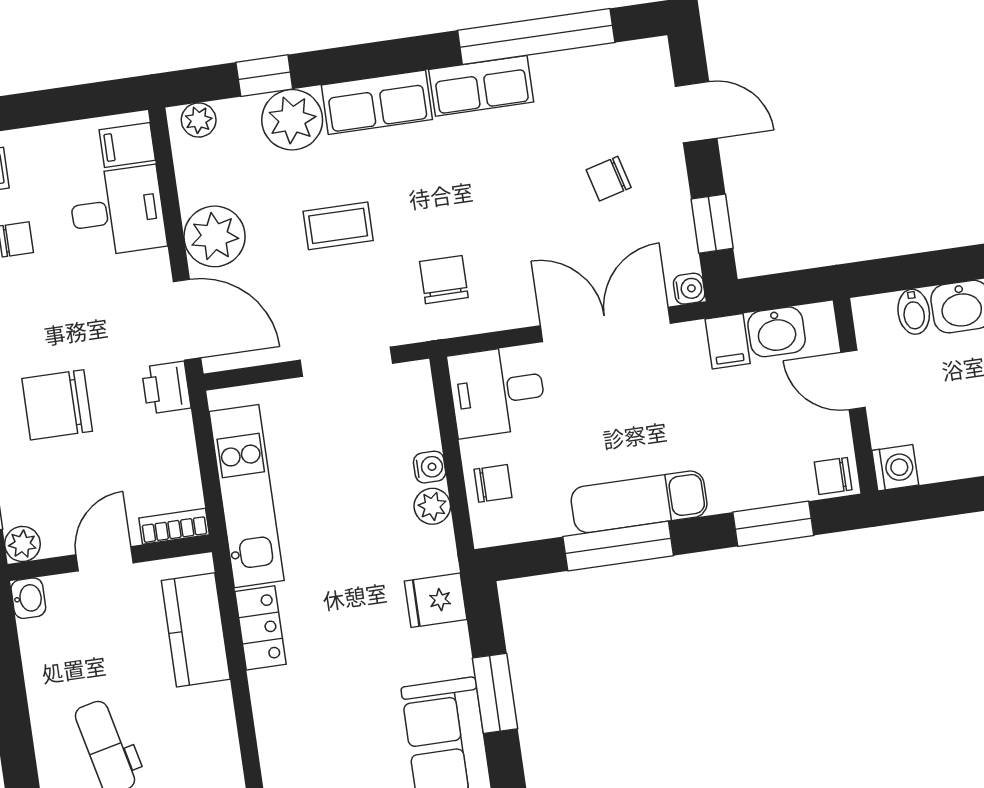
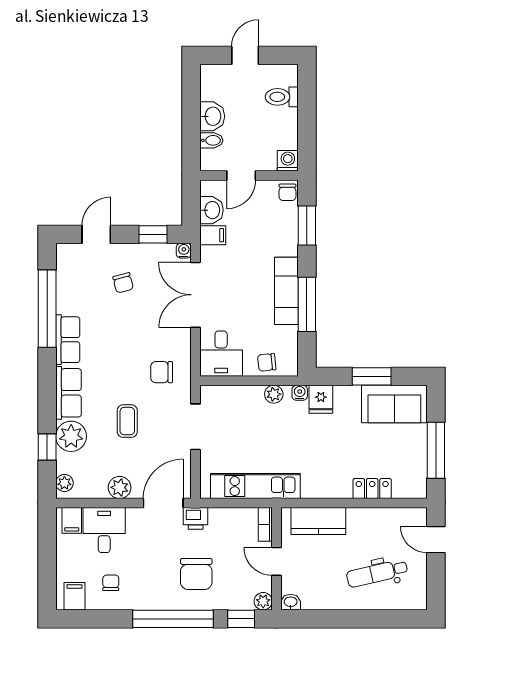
plant: (215, 236) -> (120, 487), width x0.73, depth x0.73
water cooler: (430, 467) -> (300, 393), moved
chair: (493, 483) -> (267, 362), turned -96
locker: (260, 628) -> (372, 489), moved

